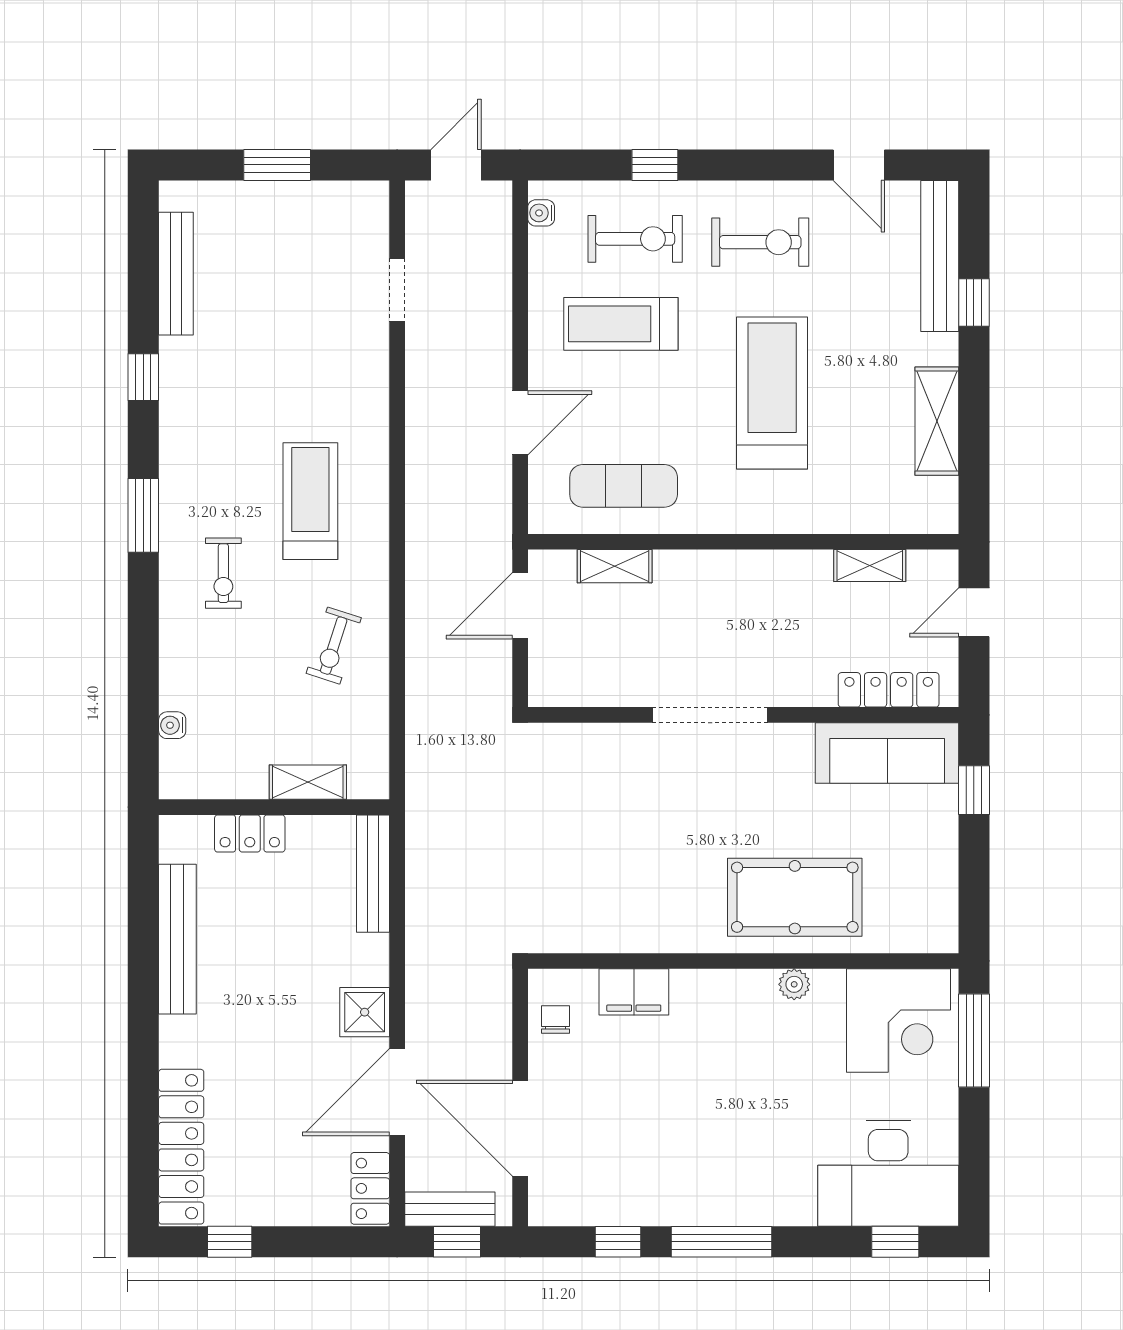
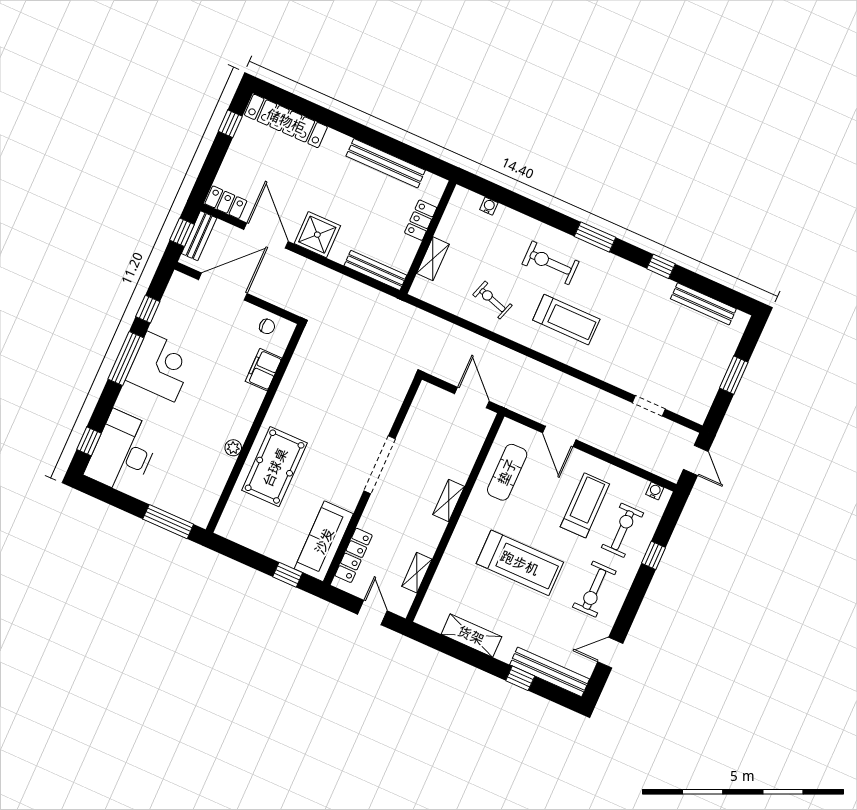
exercise bike: (635, 239) -> (622, 530), turned 180
shelving: (615, 566) -> (449, 501), moved
exercise bike: (223, 573) -> (551, 263), width x1.38, depth x1.39
shower: (365, 1012) -> (317, 235), width x1.36, depth x1.36
corner desk: (898, 1021) -> (161, 366), moved, turned 180

